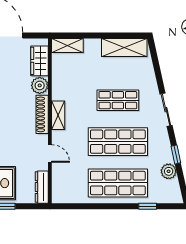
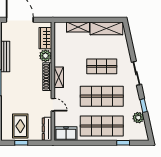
shelving: (67, 46) -> (78, 27), moved
freezer: (68, 194) -> (66, 134), added

